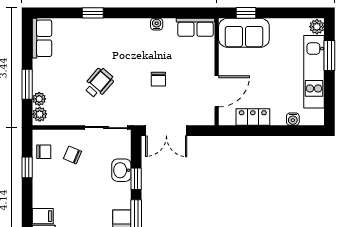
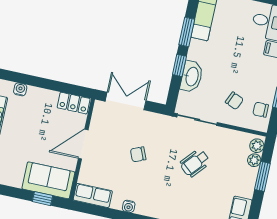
chair: (158, 79) -> (138, 154), turned -113
door: (217, 91) -> (83, 144), moved
locker: (253, 117) -> (74, 103), moved
double door: (166, 131) -> (126, 101), moved
washbasin: (121, 170) -> (192, 76), width x1.38

